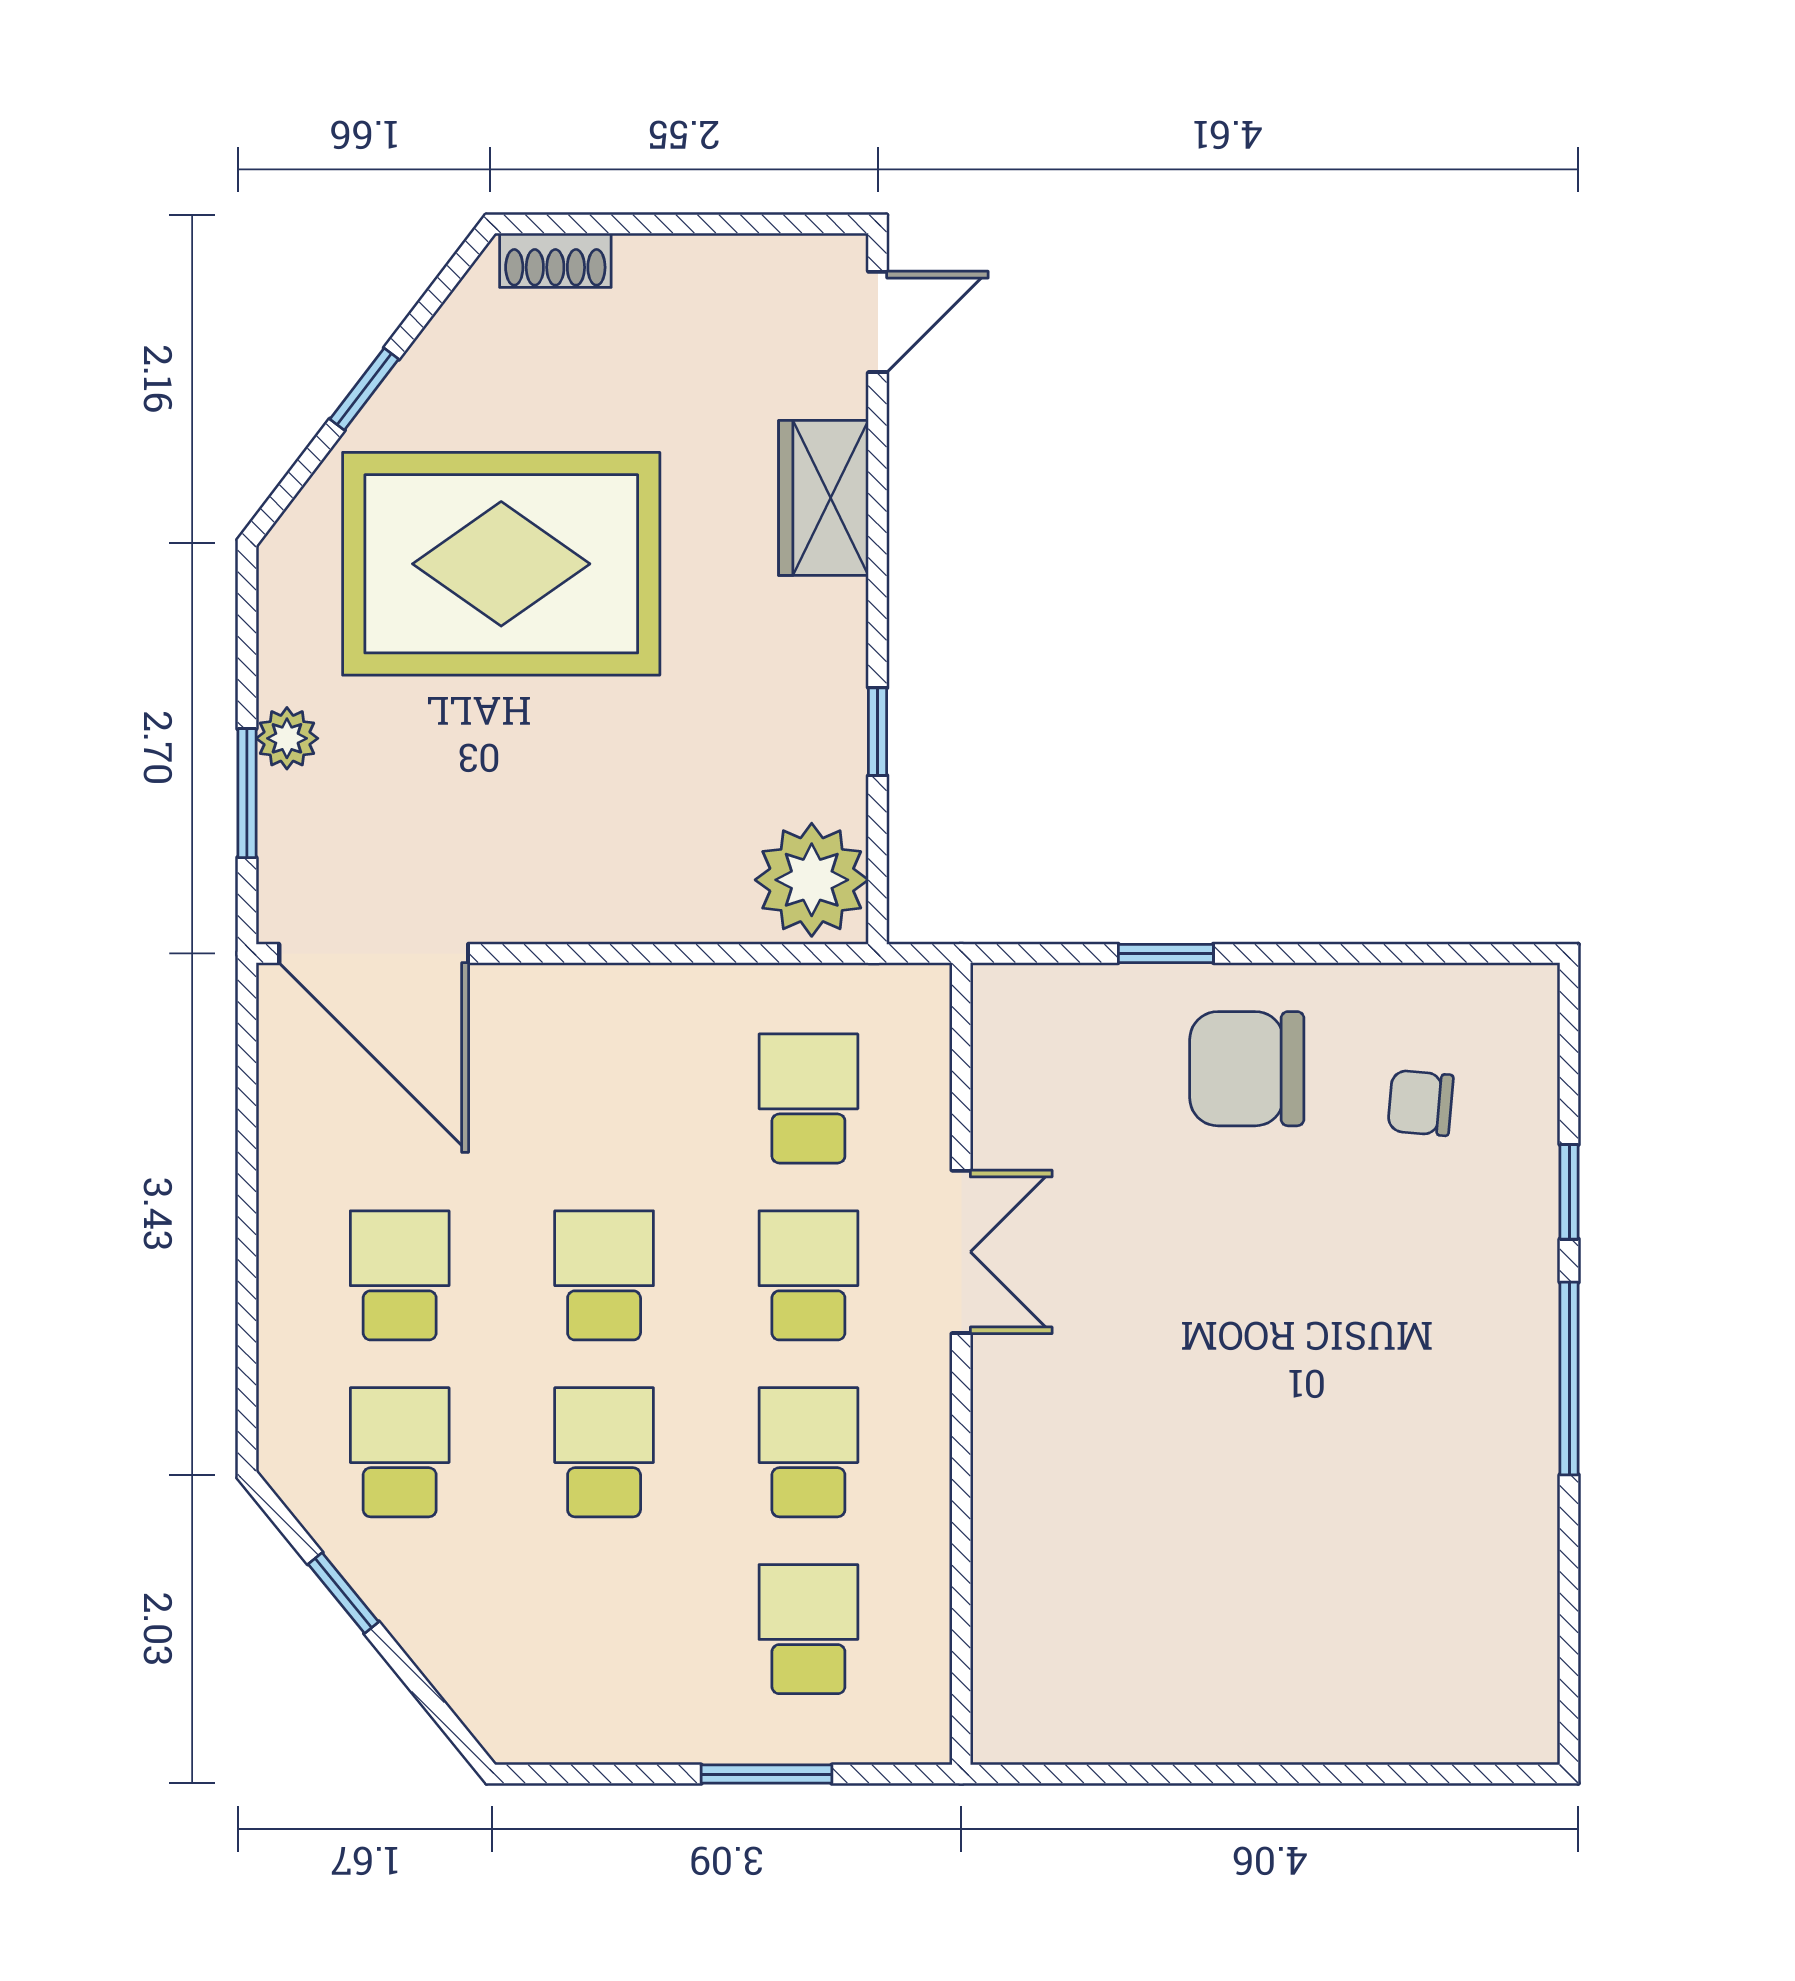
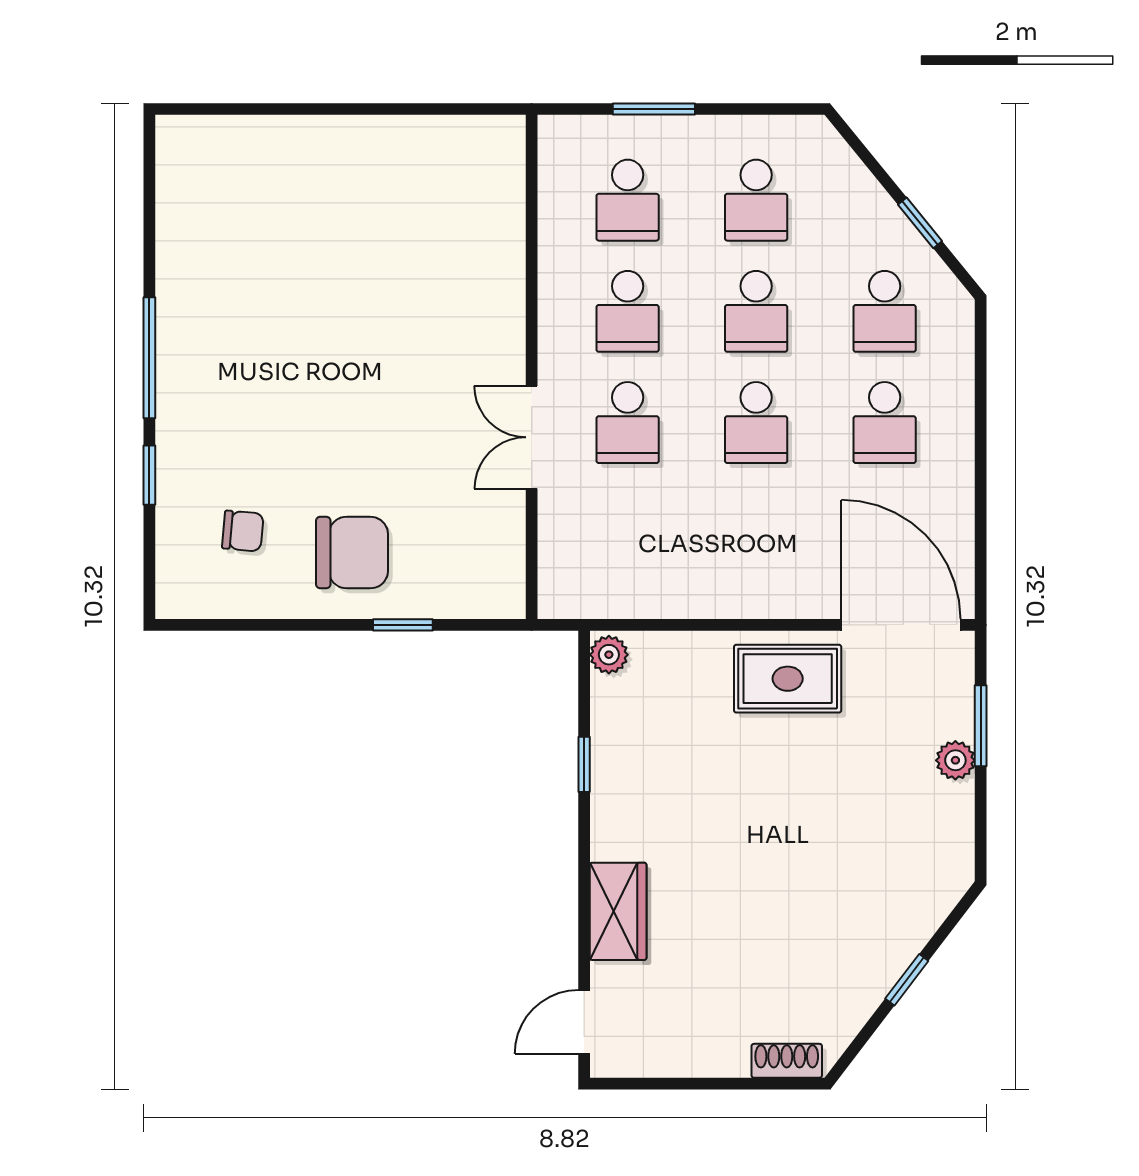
rug: (501, 564) -> (788, 679), moved, width x0.54, depth x0.49
plant: (812, 880) -> (609, 655), width x0.53, depth x0.53
school desk: (808, 1098) -> (756, 200), moved

